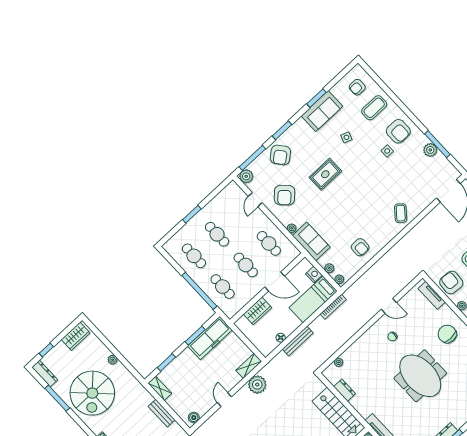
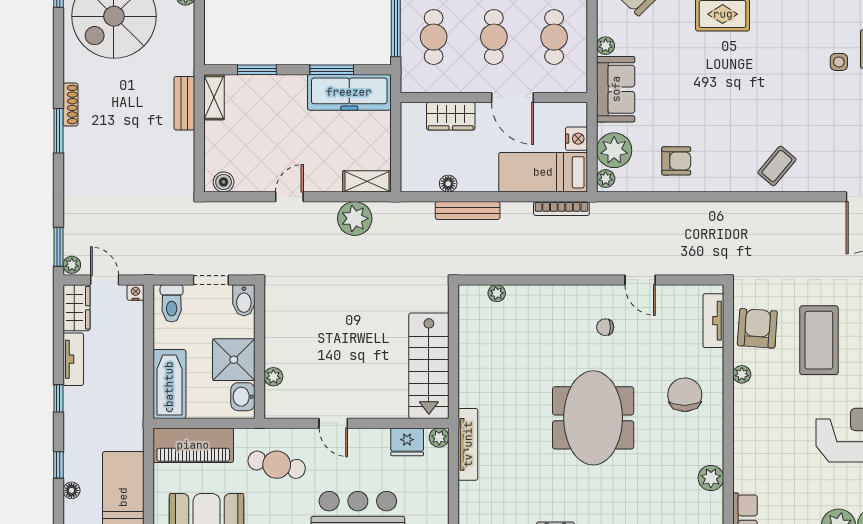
armchair: (360, 247) -> (676, 161), turned -90
plant: (329, 268) -> (614, 150), width x1.88, depth x1.88
dresser: (345, 390) -> (469, 340), removed
bench: (162, 413) -> (184, 103), moved

